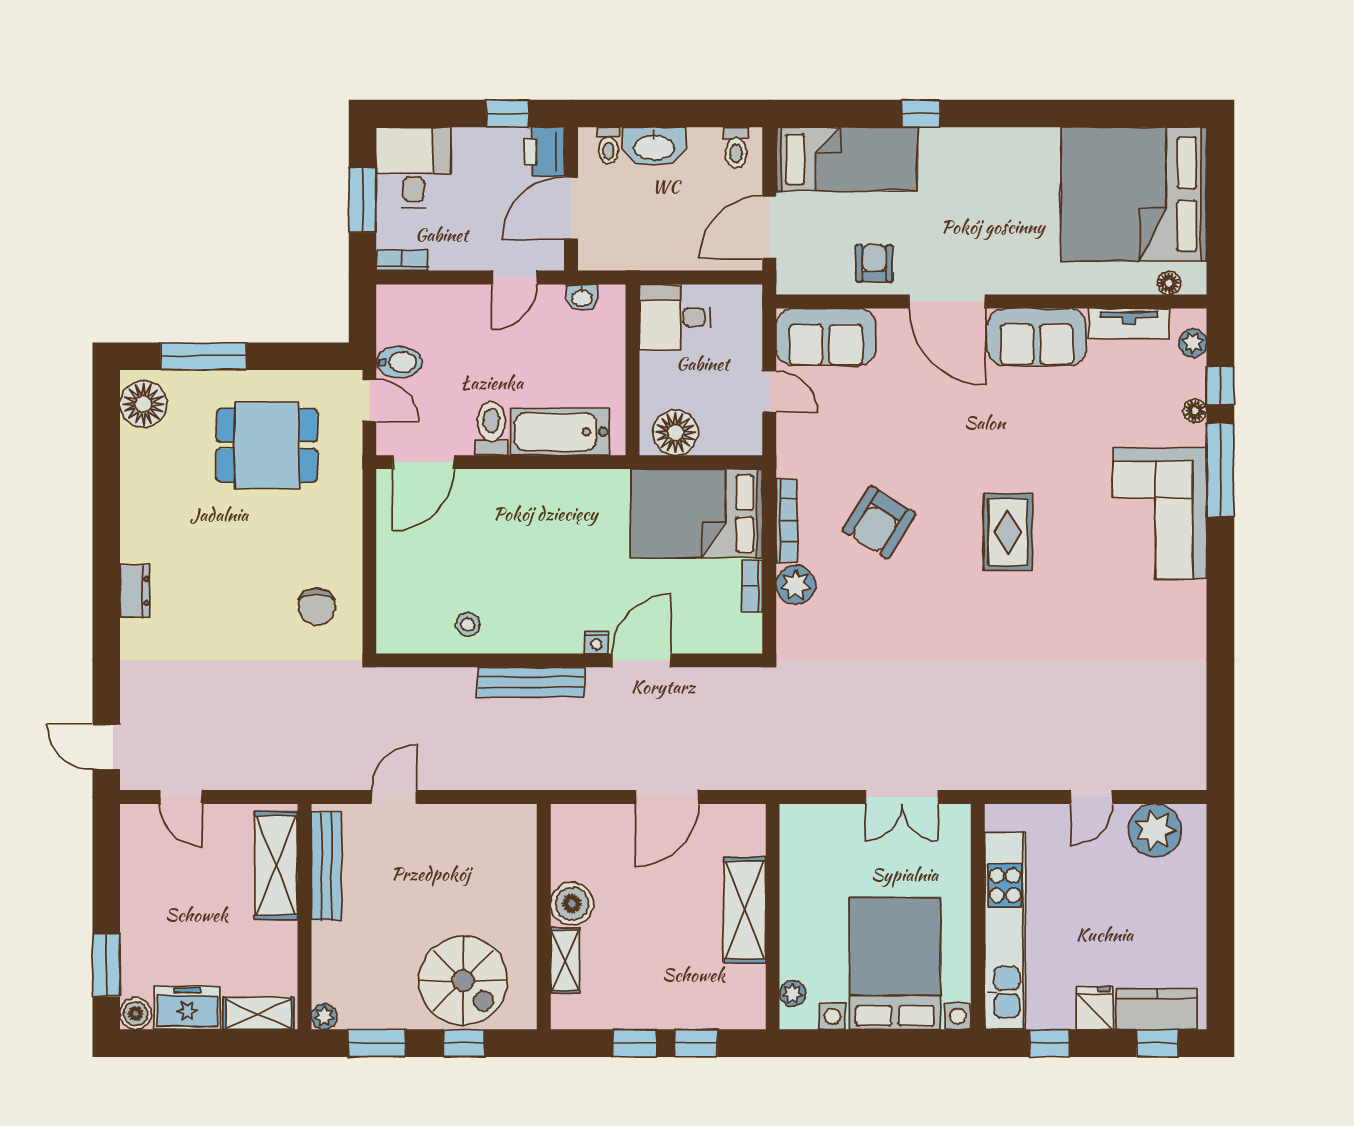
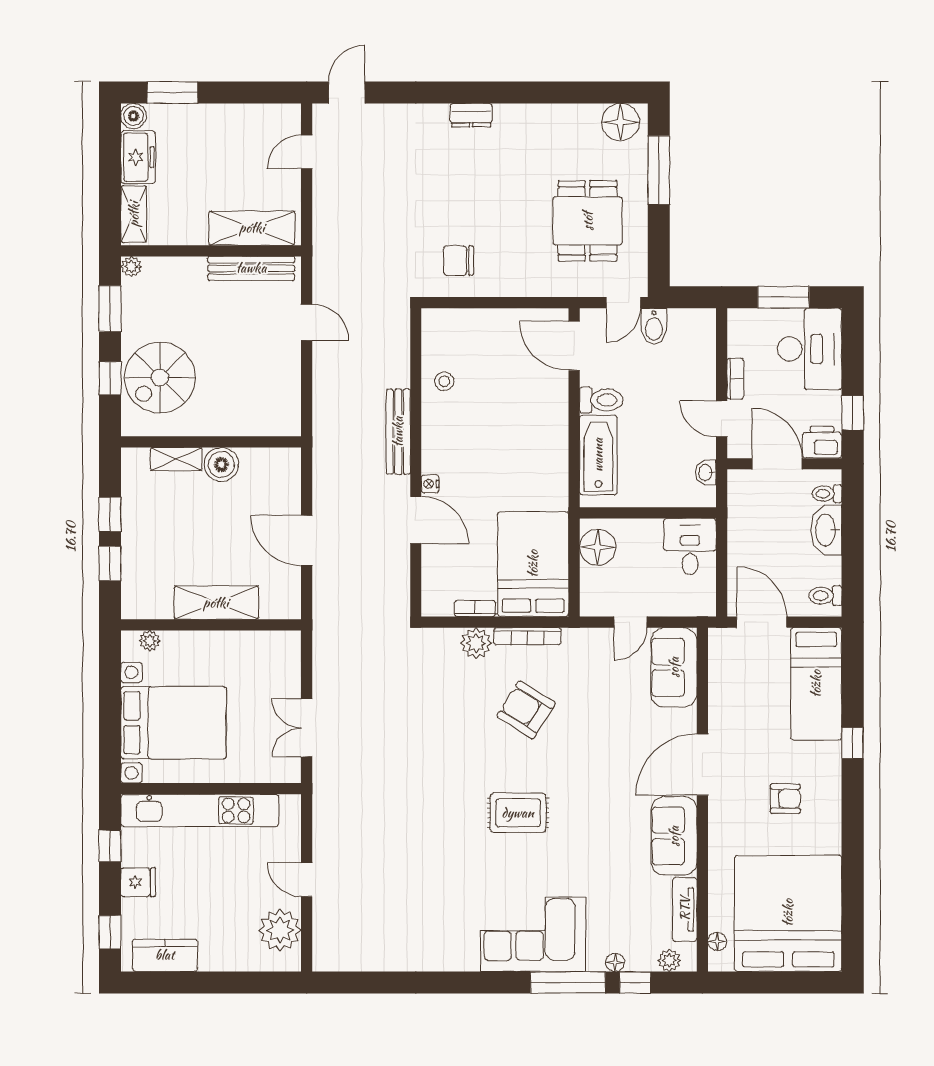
desk: (413, 167) -> (810, 349), width x1.37
bookcase: (402, 260) -> (735, 379), moved
armchair: (874, 263) -> (785, 799), moved
kitchen counter: (1157, 1009) -> (165, 955), moved, turned -90

